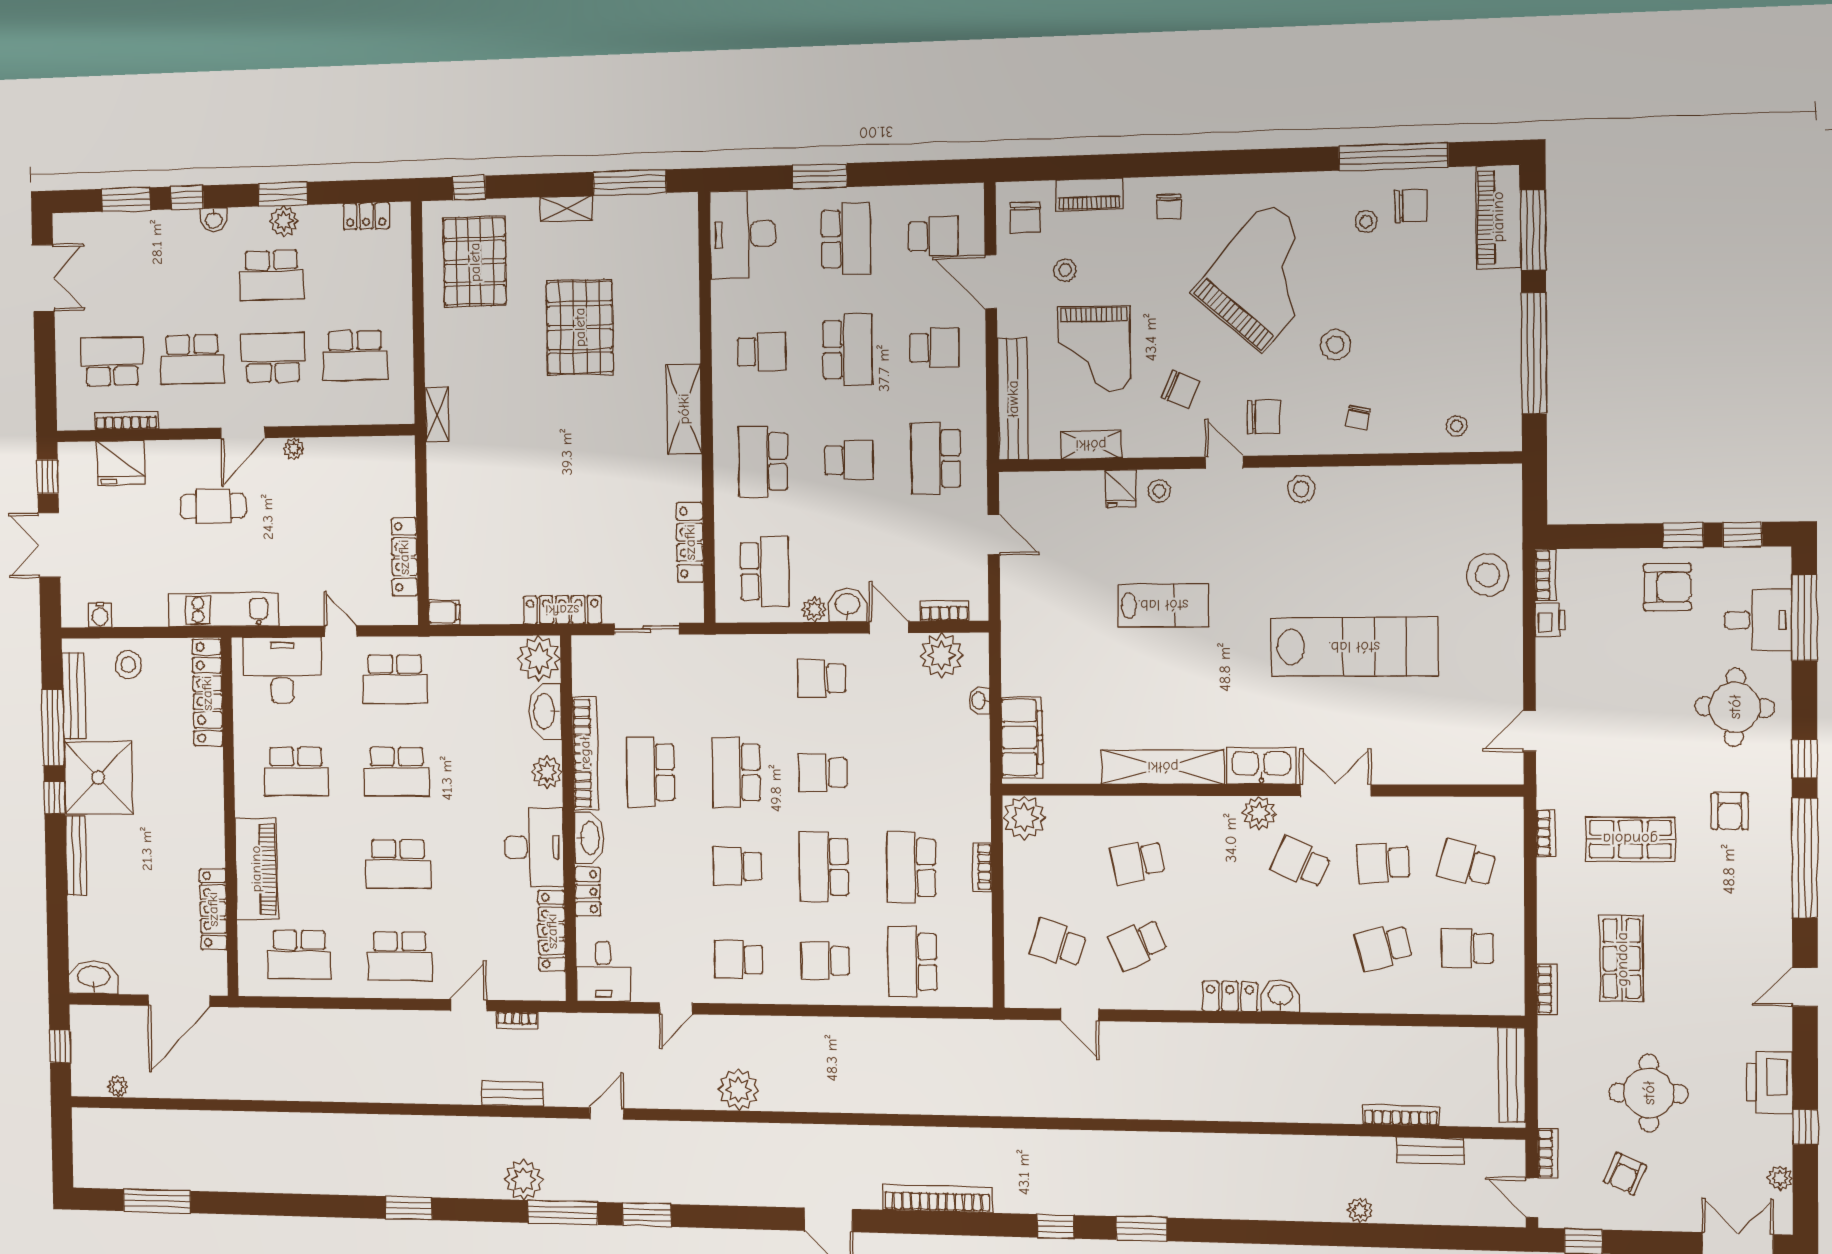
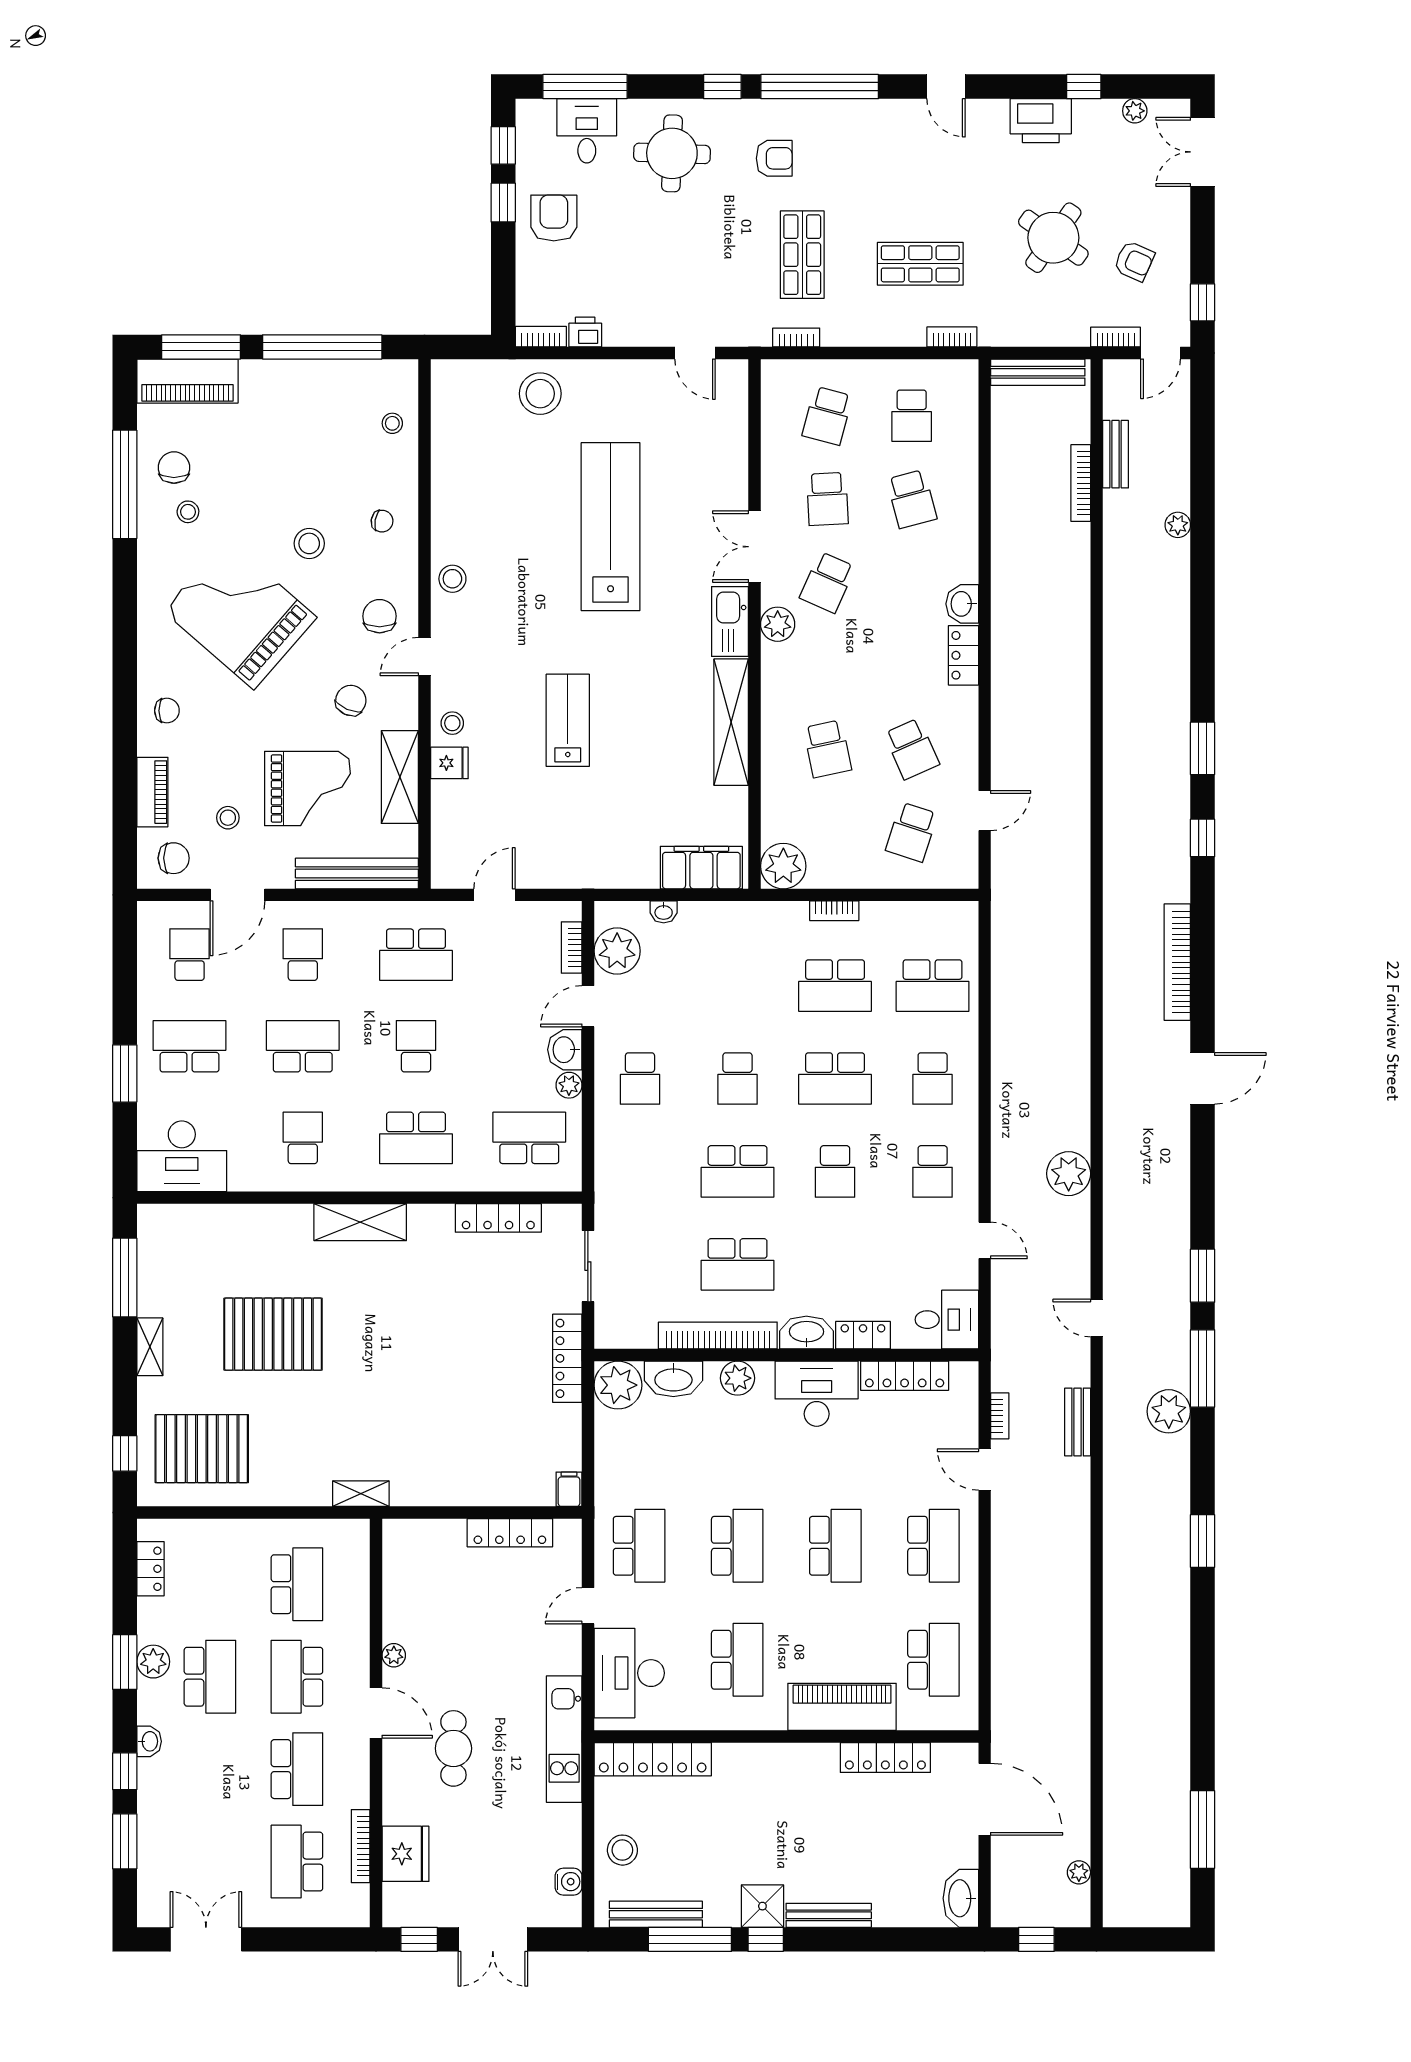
shelving: (1091, 445) -> (400, 777), width x1.50, depth x1.33
shower: (98, 778) -> (762, 1906), width x0.54, depth x0.54
round table: (1649, 1093) -> (1053, 238), turned 35

